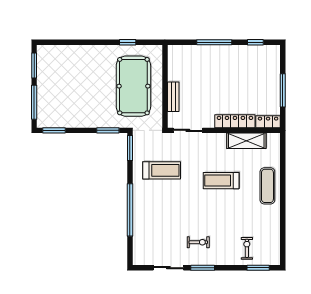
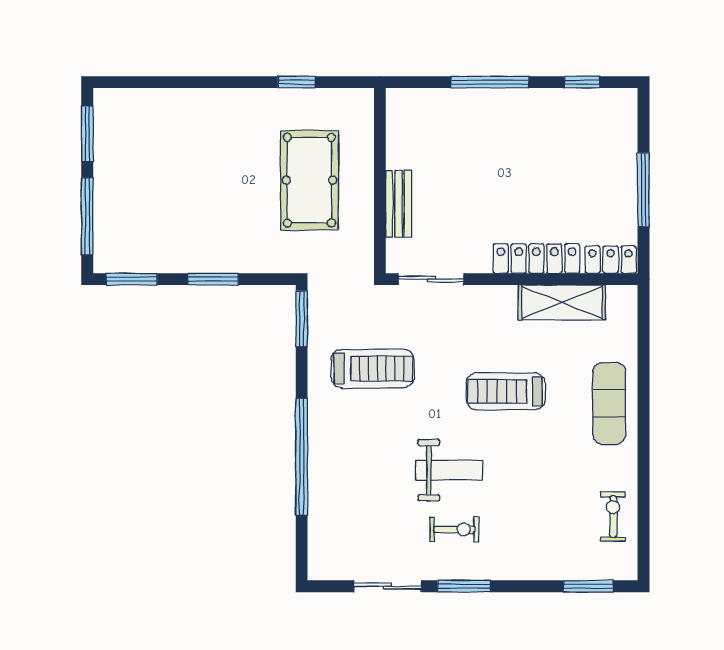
pool table: (133, 86) -> (309, 180), width x0.73, depth x0.76
window: (108, 130) -> (213, 279), moved
weight bench: (196, 216) -> (449, 470), added
exercise bike: (247, 248) -> (613, 517), moved

